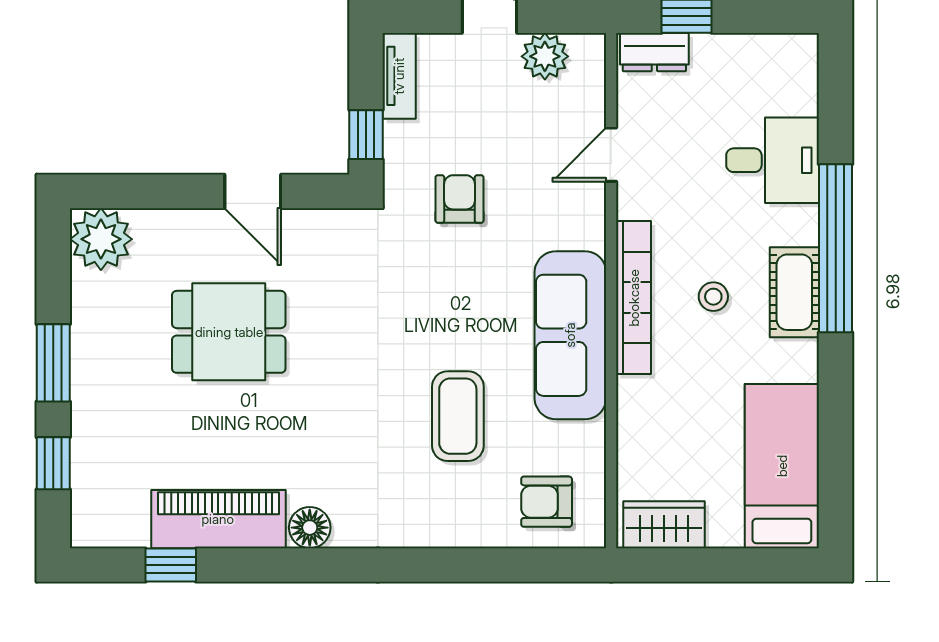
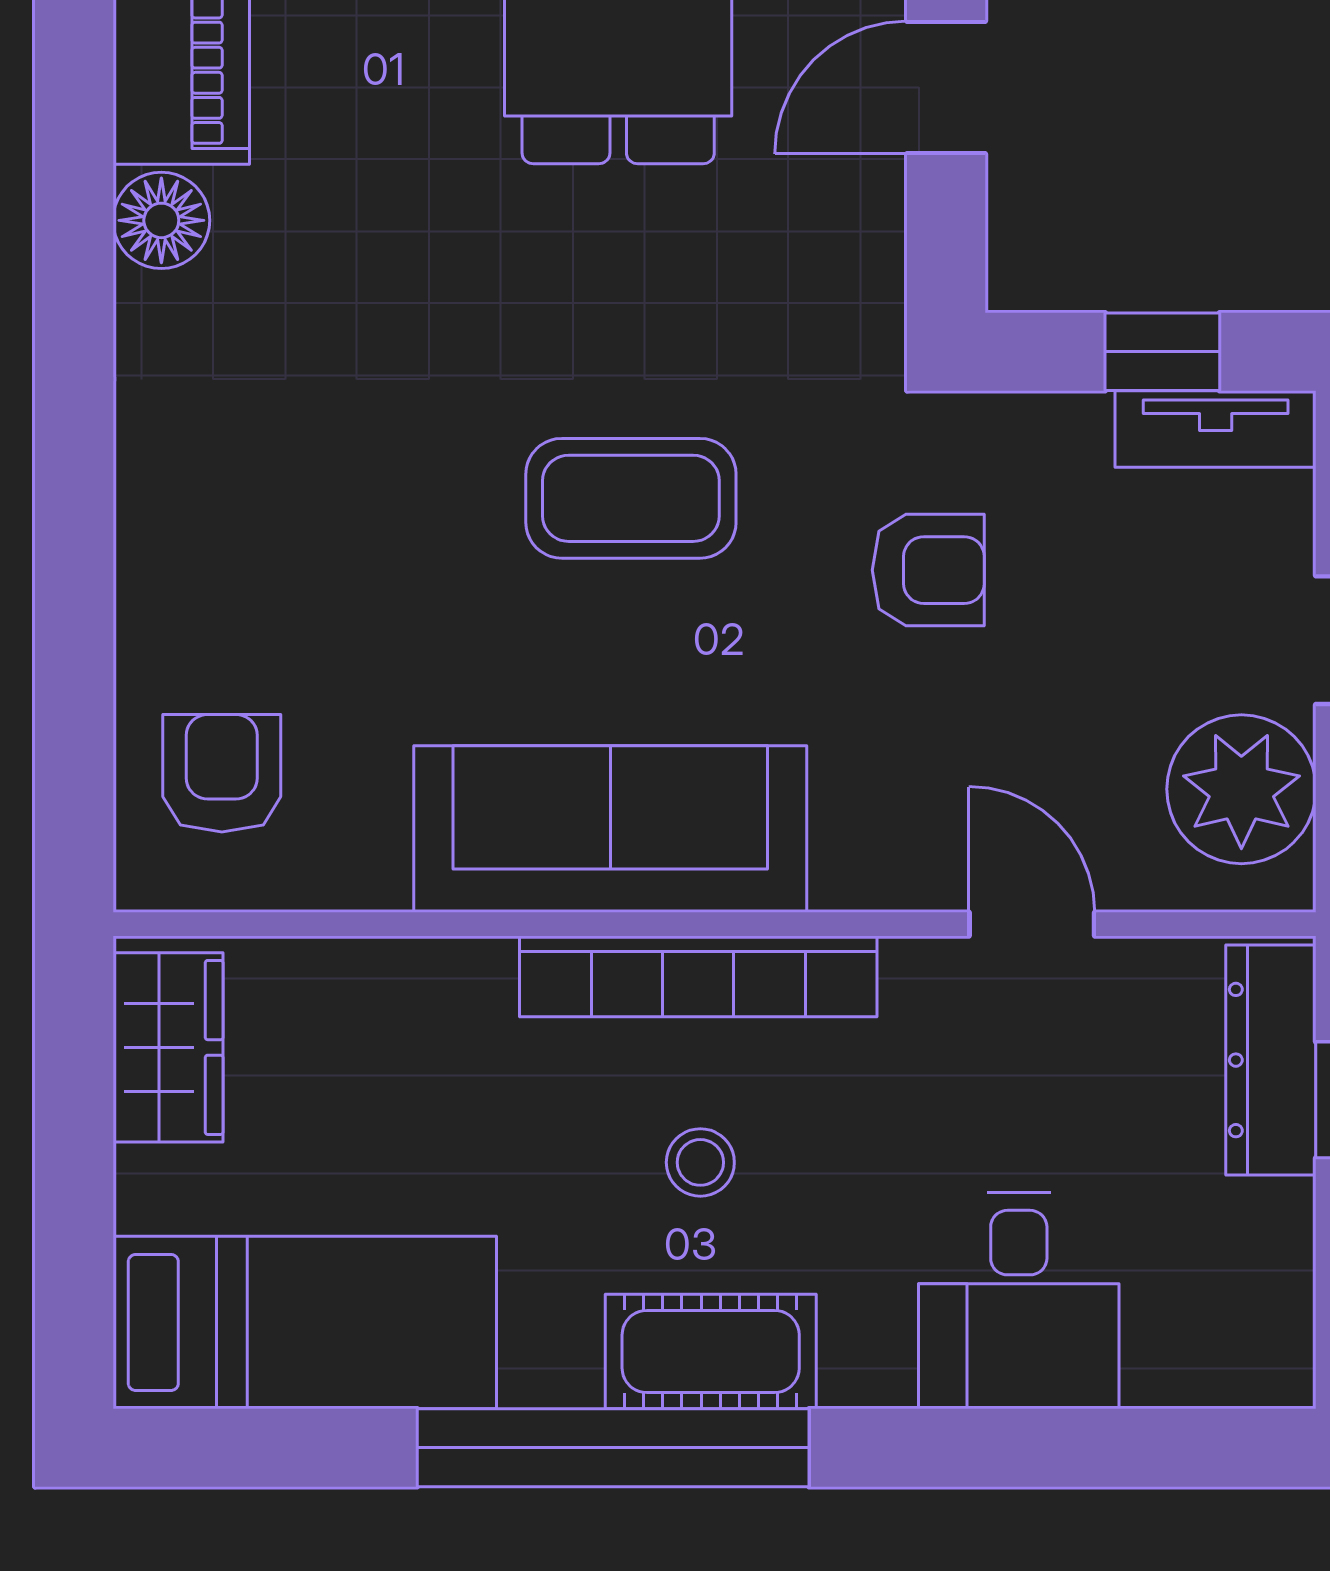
dresser: (654, 52) -> (1271, 1060), width x1.44
plant: (545, 56) -> (1241, 789), width x1.36, depth x1.36
window: (366, 135) -> (1162, 352), moved
window: (836, 248) -> (613, 1448), moved
coffee table: (458, 416) -> (631, 498), moved

